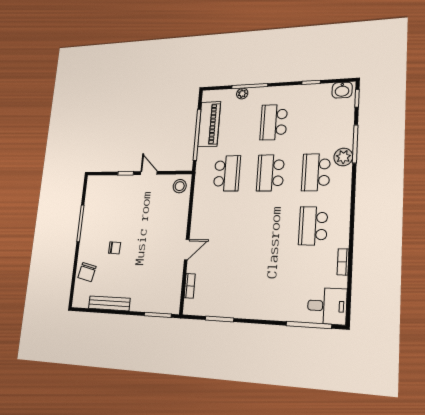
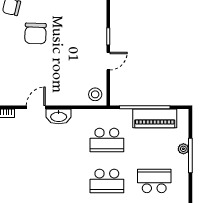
school desk: (270, 173) -> (107, 181), turned 180
washbasin: (198, 225) -> (59, 116), added
chair: (115, 248) -> (36, 33), width x1.87, depth x1.87
door: (187, 250) -> (36, 107), swing flipped

